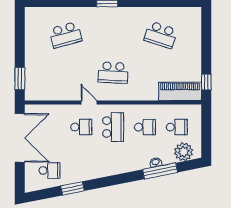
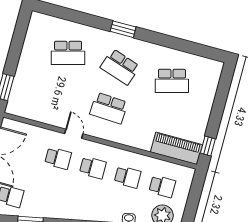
school desk: (113, 35) -> (120, 67), added
school desk: (161, 35) -> (172, 81), turned -33
school desk: (113, 127) -> (93, 168), width x0.54

